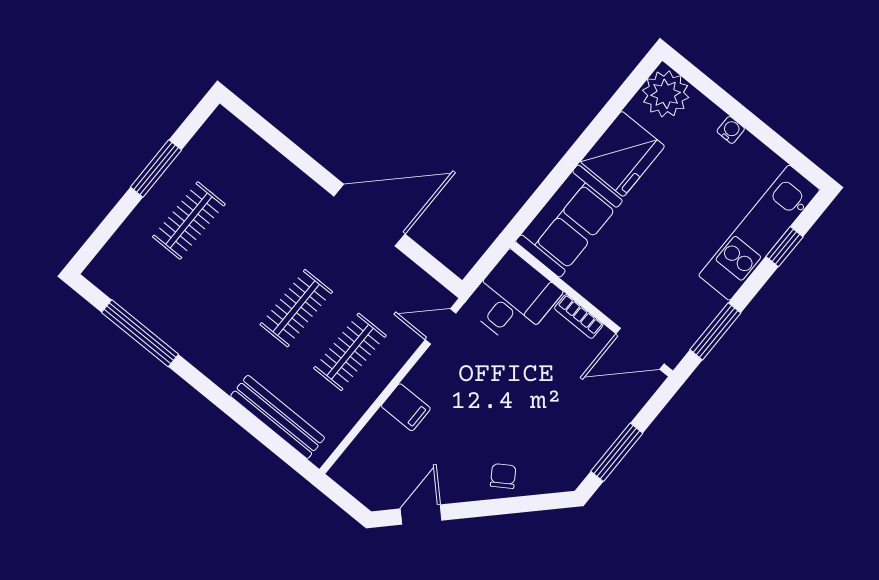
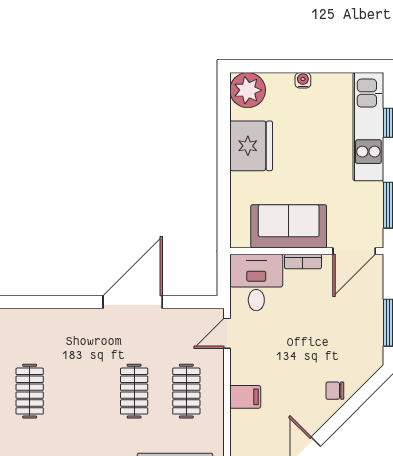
sofa: (569, 221) -> (289, 226), moved, turned -90
chair: (503, 476) -> (335, 391), turned -57

